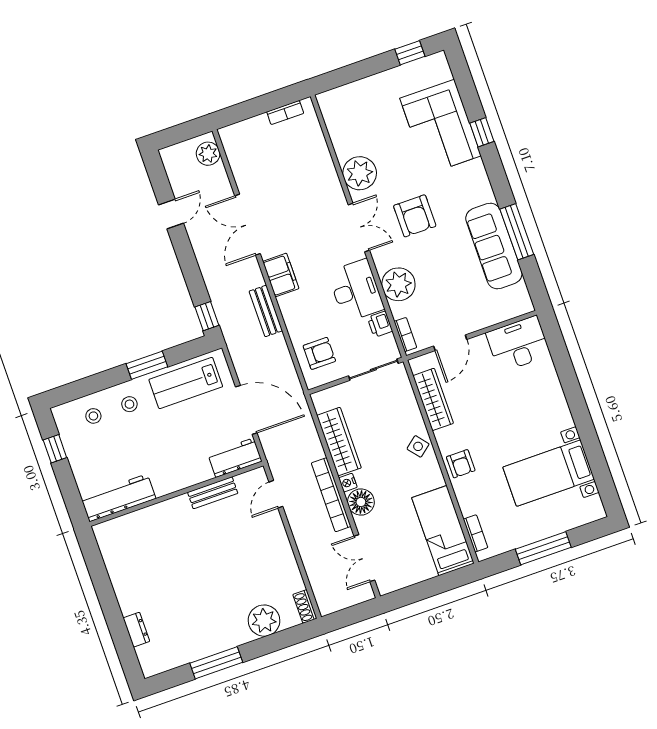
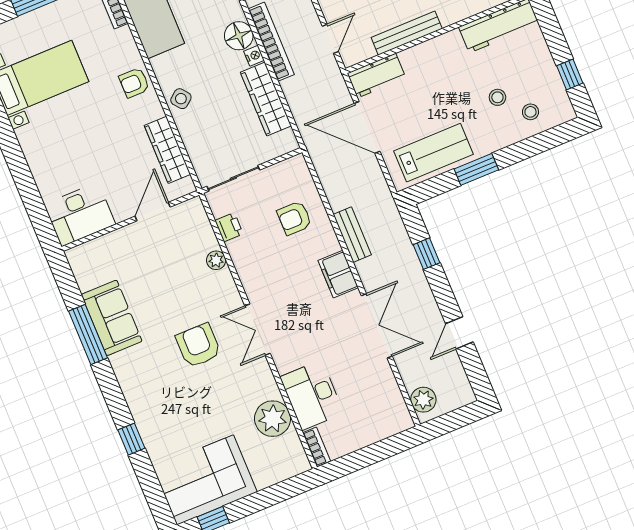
bookcase: (285, 112) -> (317, 447), moved, turned 90
corner sofa: (441, 127) -> (205, 480), moved, turned -90
plant: (360, 173) -> (273, 419), moved
sofa: (494, 246) -> (112, 318), width x0.73
plant: (398, 284) -> (216, 260), width x0.53, depth x0.53
desk: (356, 290) -> (312, 395), moved
window: (207, 316) -> (427, 254), moved
bookcase: (405, 335) -> (201, 218), removed
armchair: (319, 353) -> (294, 218), moved
stool: (129, 404) -> (497, 97), moved
armchair: (461, 464) -> (134, 83), turned -90
bench: (213, 493) -> (407, 33), width x1.36

